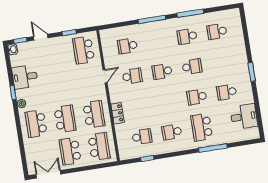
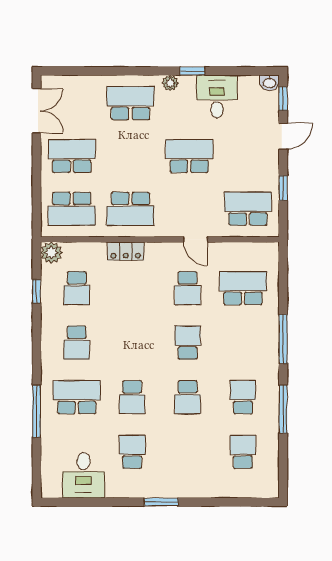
school desk: (127, 46) -> (243, 288), width x1.85
school desk: (197, 97) -> (132, 397), turned 180
school desk: (65, 119) -> (189, 156), moved, turned 180
school desk: (172, 132) -> (77, 343), turned 180
plant: (125, 154) -> (51, 253), added

